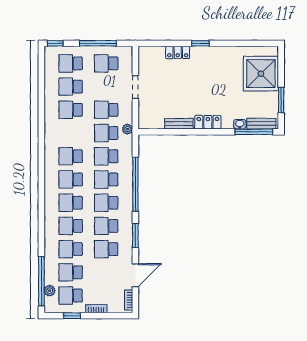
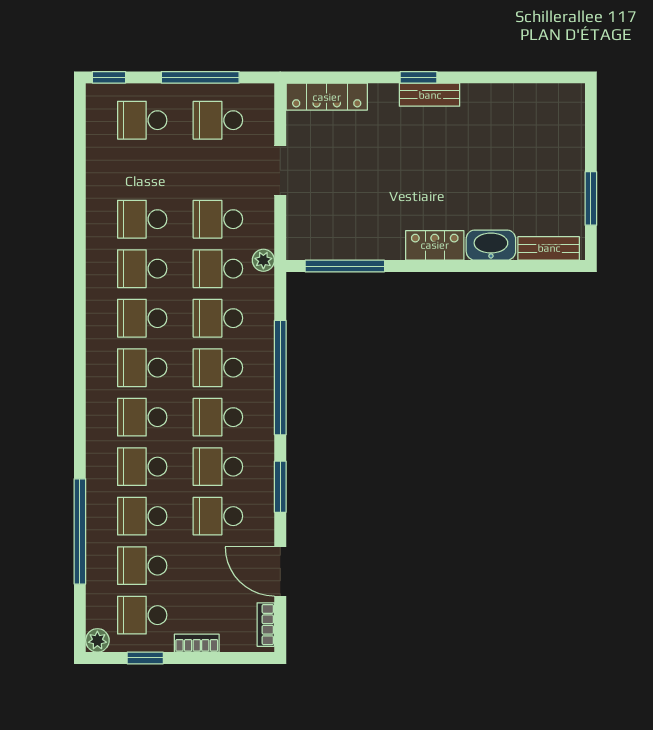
locker: (178, 52) -> (327, 97), moved, width x1.53
shower: (261, 74) -> (548, 142), removed
school desk: (71, 87) -> (142, 269), moved
bench: (179, 124) -> (430, 95), moved
washbasin: (240, 124) -> (491, 245), width x1.91, depth x1.45
window: (254, 132) -> (345, 266), moved
door: (135, 275) -> (280, 571), swing flipped
window: (41, 281) -> (80, 531), moved
plant: (50, 291) -> (97, 640), moved

